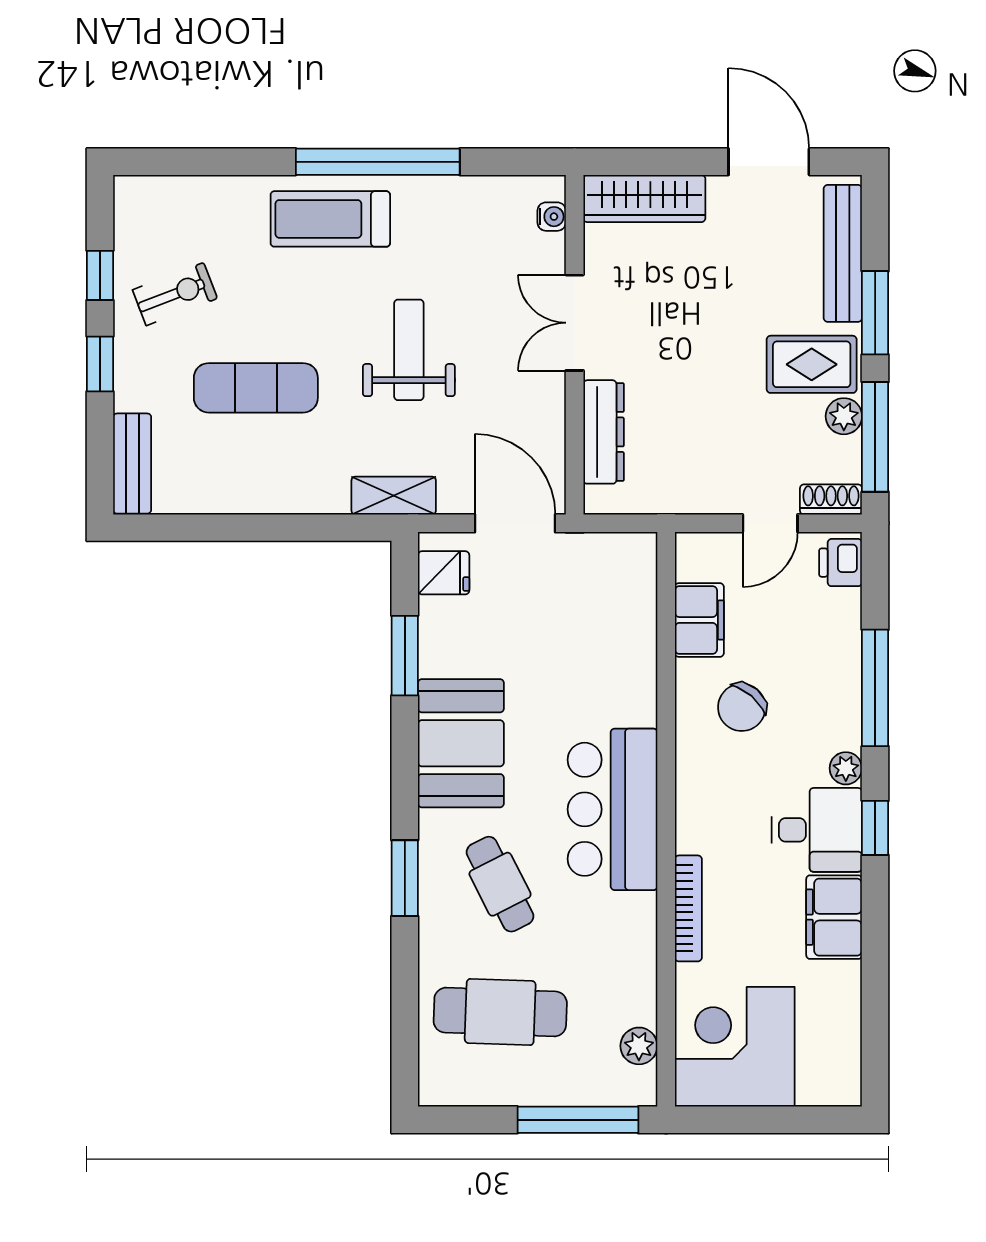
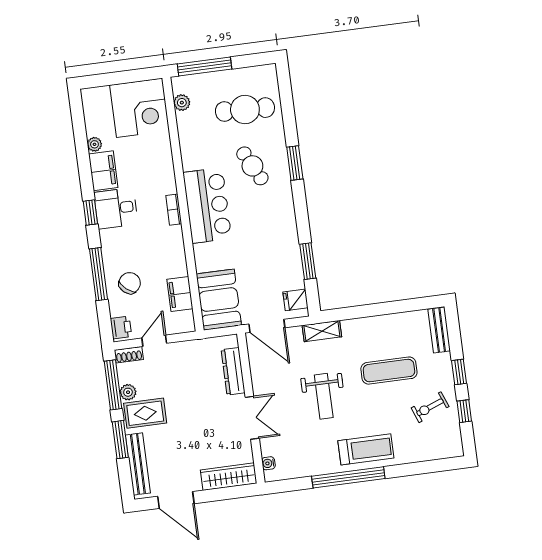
chair: (742, 707) -> (130, 283), moved
booth: (461, 743) -> (219, 300), moved
plant: (846, 768) -> (94, 144), moved
bookcase: (688, 908) -> (174, 210), moved, width x0.64

